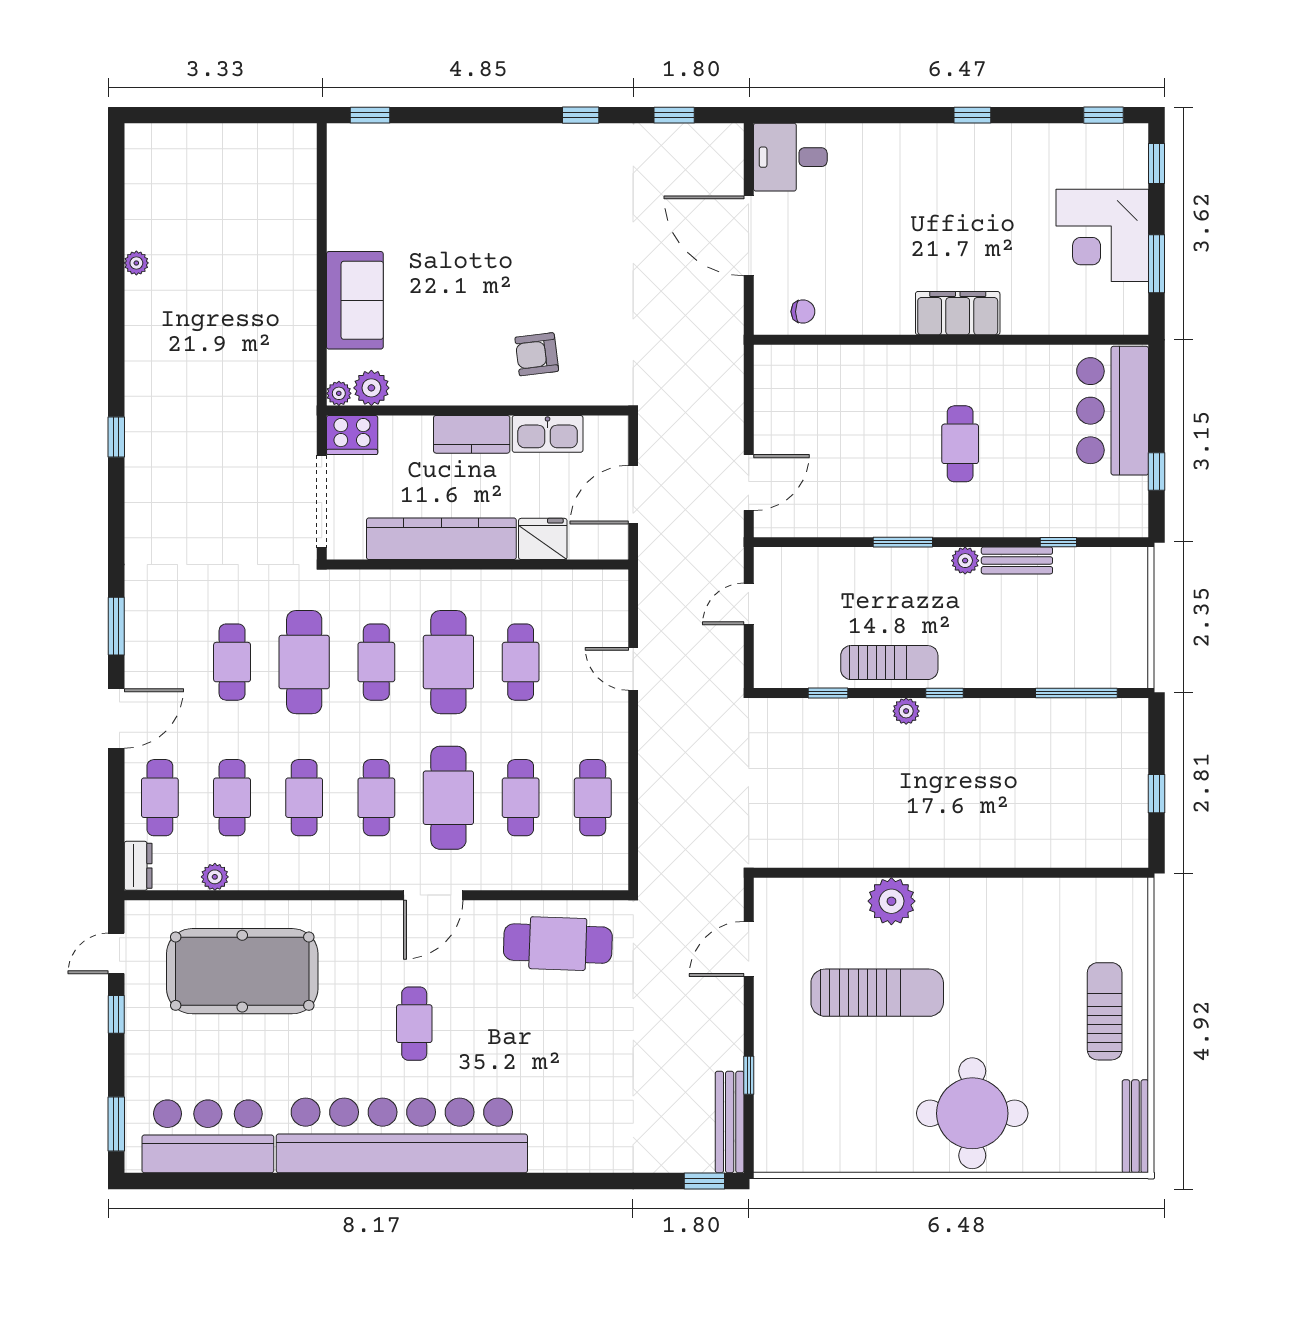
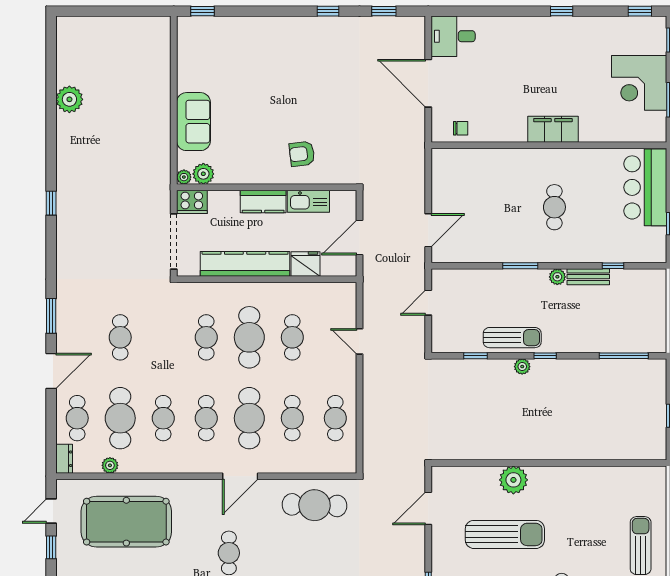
plant: (136, 263) -> (69, 99), width x1.88, depth x1.88
cafe table: (304, 662) -> (163, 337), removed
cafe table: (232, 798) -> (120, 418), width x1.37, depth x1.35

